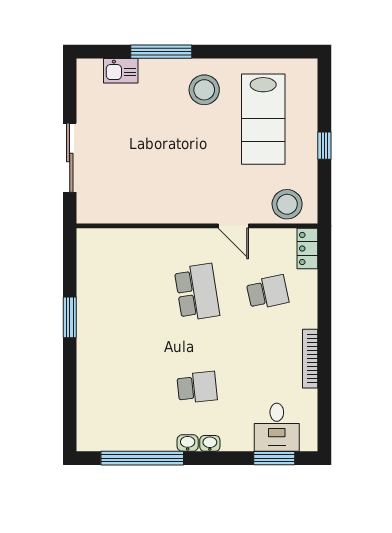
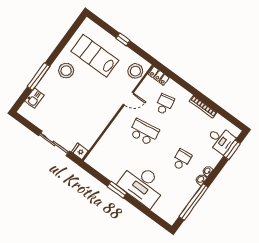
lab bench: (263, 119) -> (95, 56), turned 180
fridge: (88, 210) -> (80, 151), added
desk: (109, 353) -> (142, 185), added

